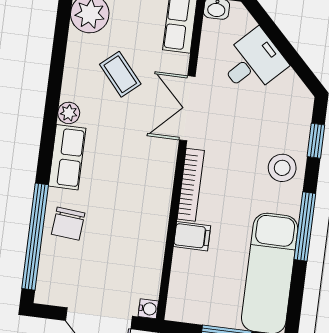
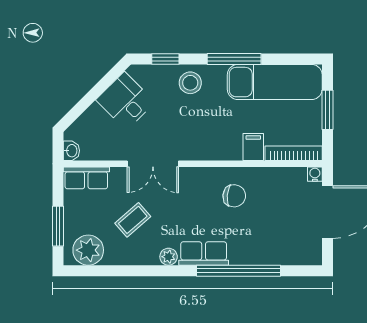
desk: (253, 62) -> (125, 101), moved
bookcase: (191, 185) -> (294, 153), moved
chair: (68, 224) -> (234, 196), moved
window: (35, 237) -> (239, 271), moved

